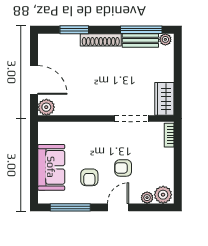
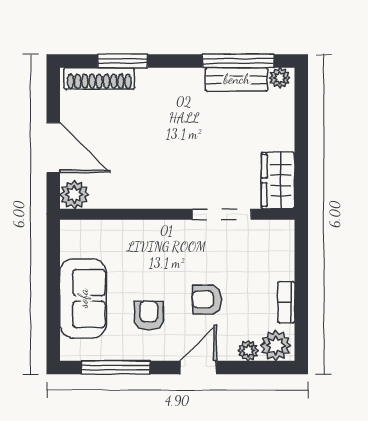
shoe rack: (101, 40) -> (99, 78), moved
bookcase: (169, 135) -> (286, 302), moved
armchair: (89, 177) -> (149, 316), turned 180

